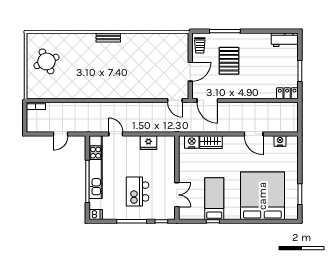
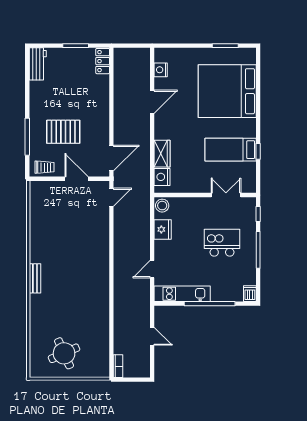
stool: (168, 142) -> (162, 206), added
kitchen unit: (96, 167) -> (182, 294), width x0.73
kitchen island: (138, 191) -> (222, 243), turned 180

